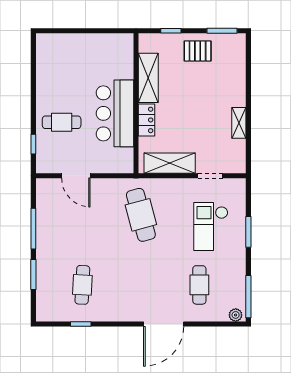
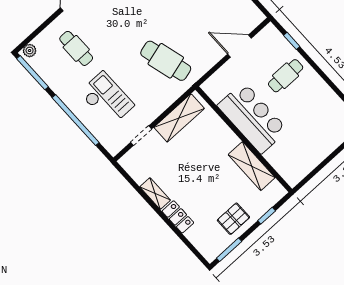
locker: (147, 120) -> (178, 217), moved, turned 180
window: (248, 232) -> (76, 120), width x2.11

